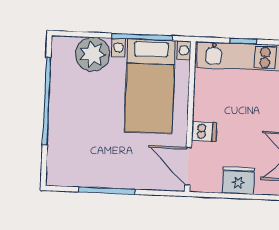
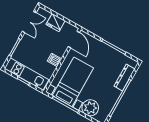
dishwasher: (204, 131) -> (54, 60), moved
dresser: (58, 143) -> (124, 77), added

